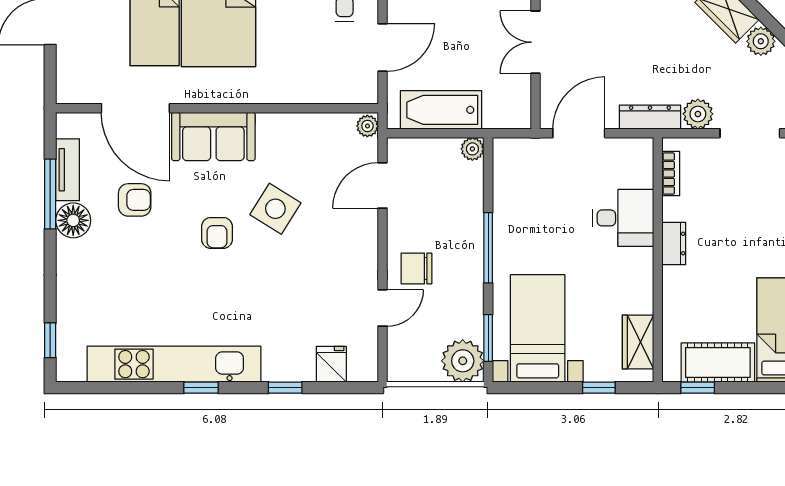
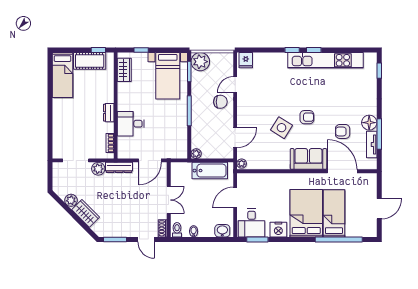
armchair: (217, 233) -> (307, 117), turned 90
fridge: (331, 364) -> (246, 60), moved
window: (285, 388) -> (292, 50), moved

